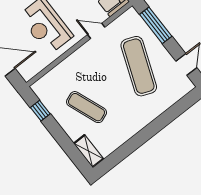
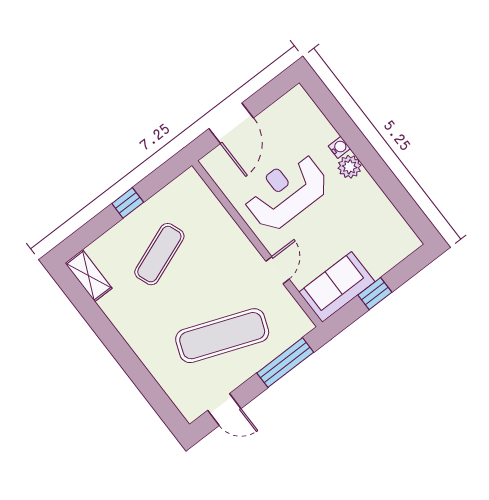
window: (40, 111) -> (128, 203), moved
shelving: (89, 151) -> (89, 276), moved, turned 90

